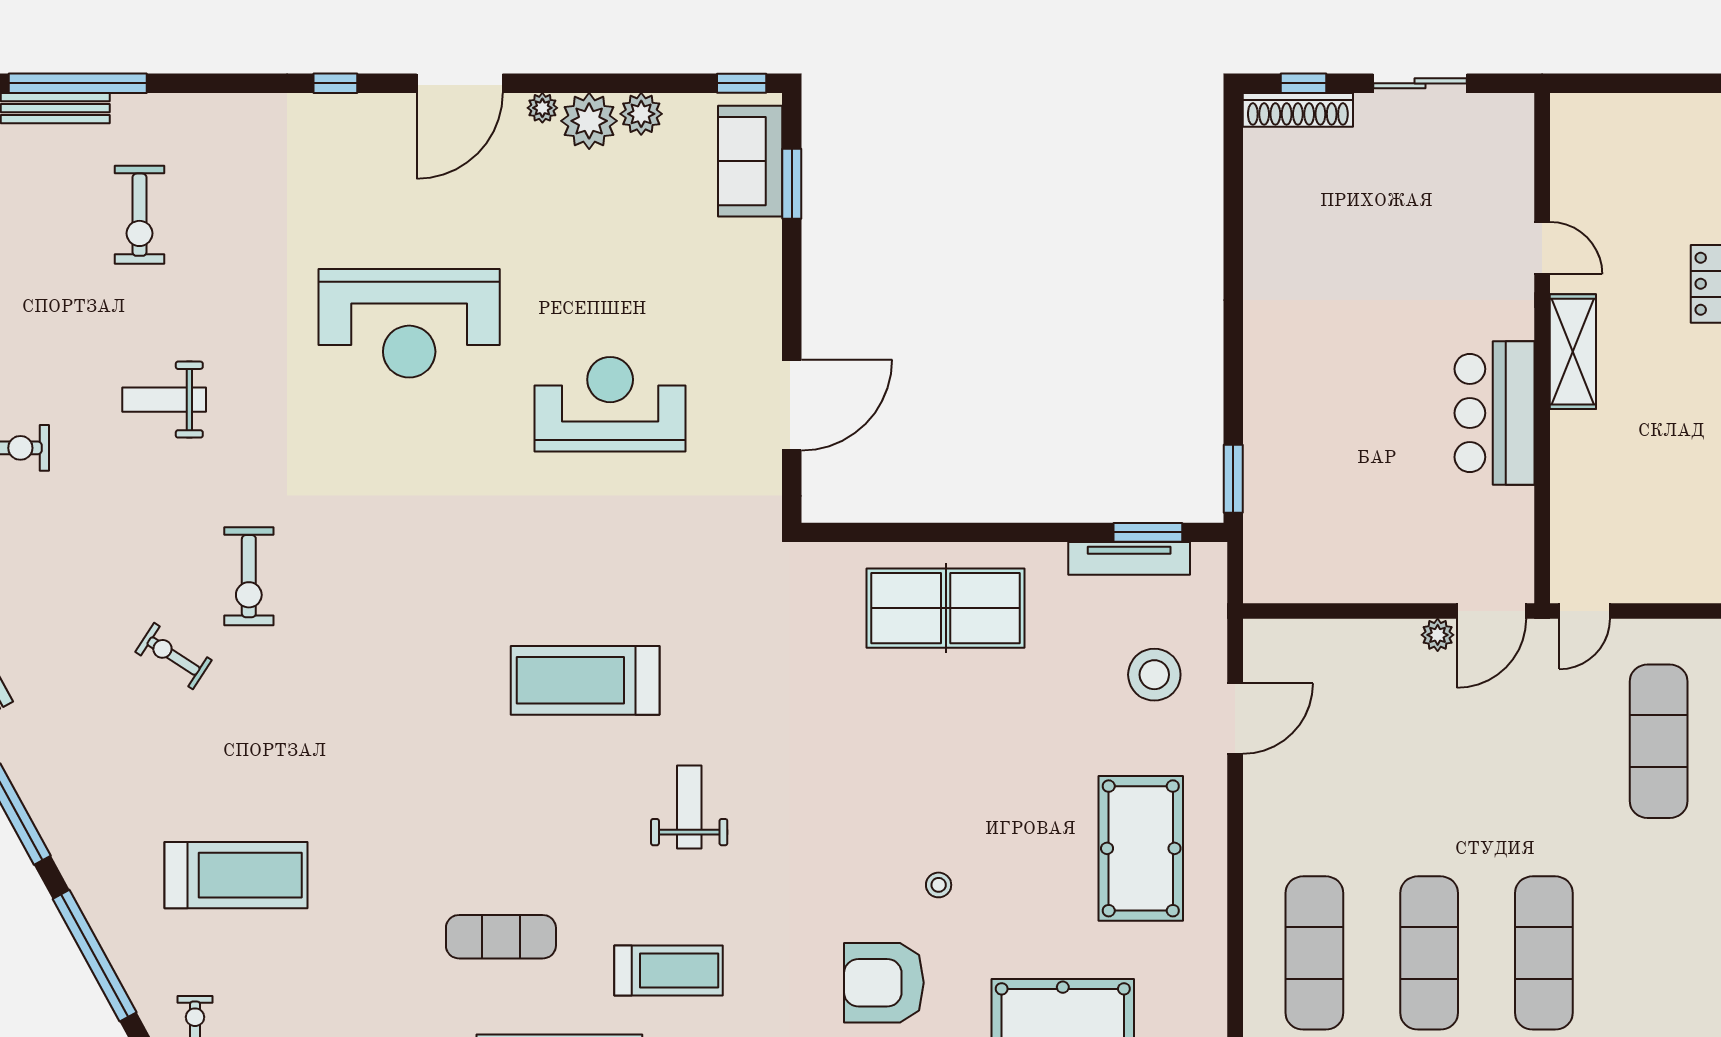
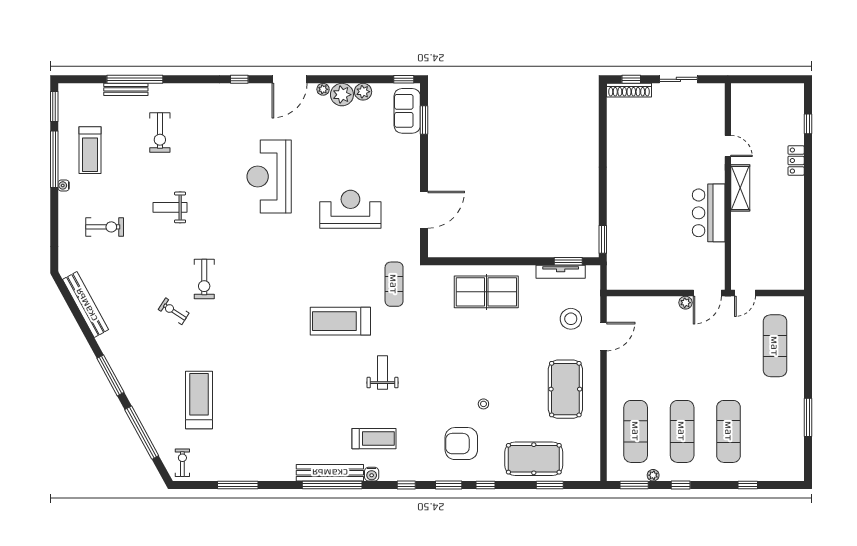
reception desk: (409, 323) -> (269, 177), turned 90
treadmill: (236, 875) -> (199, 400), turned -90
exercise mat: (501, 937) -> (394, 284), moved, turned 90

